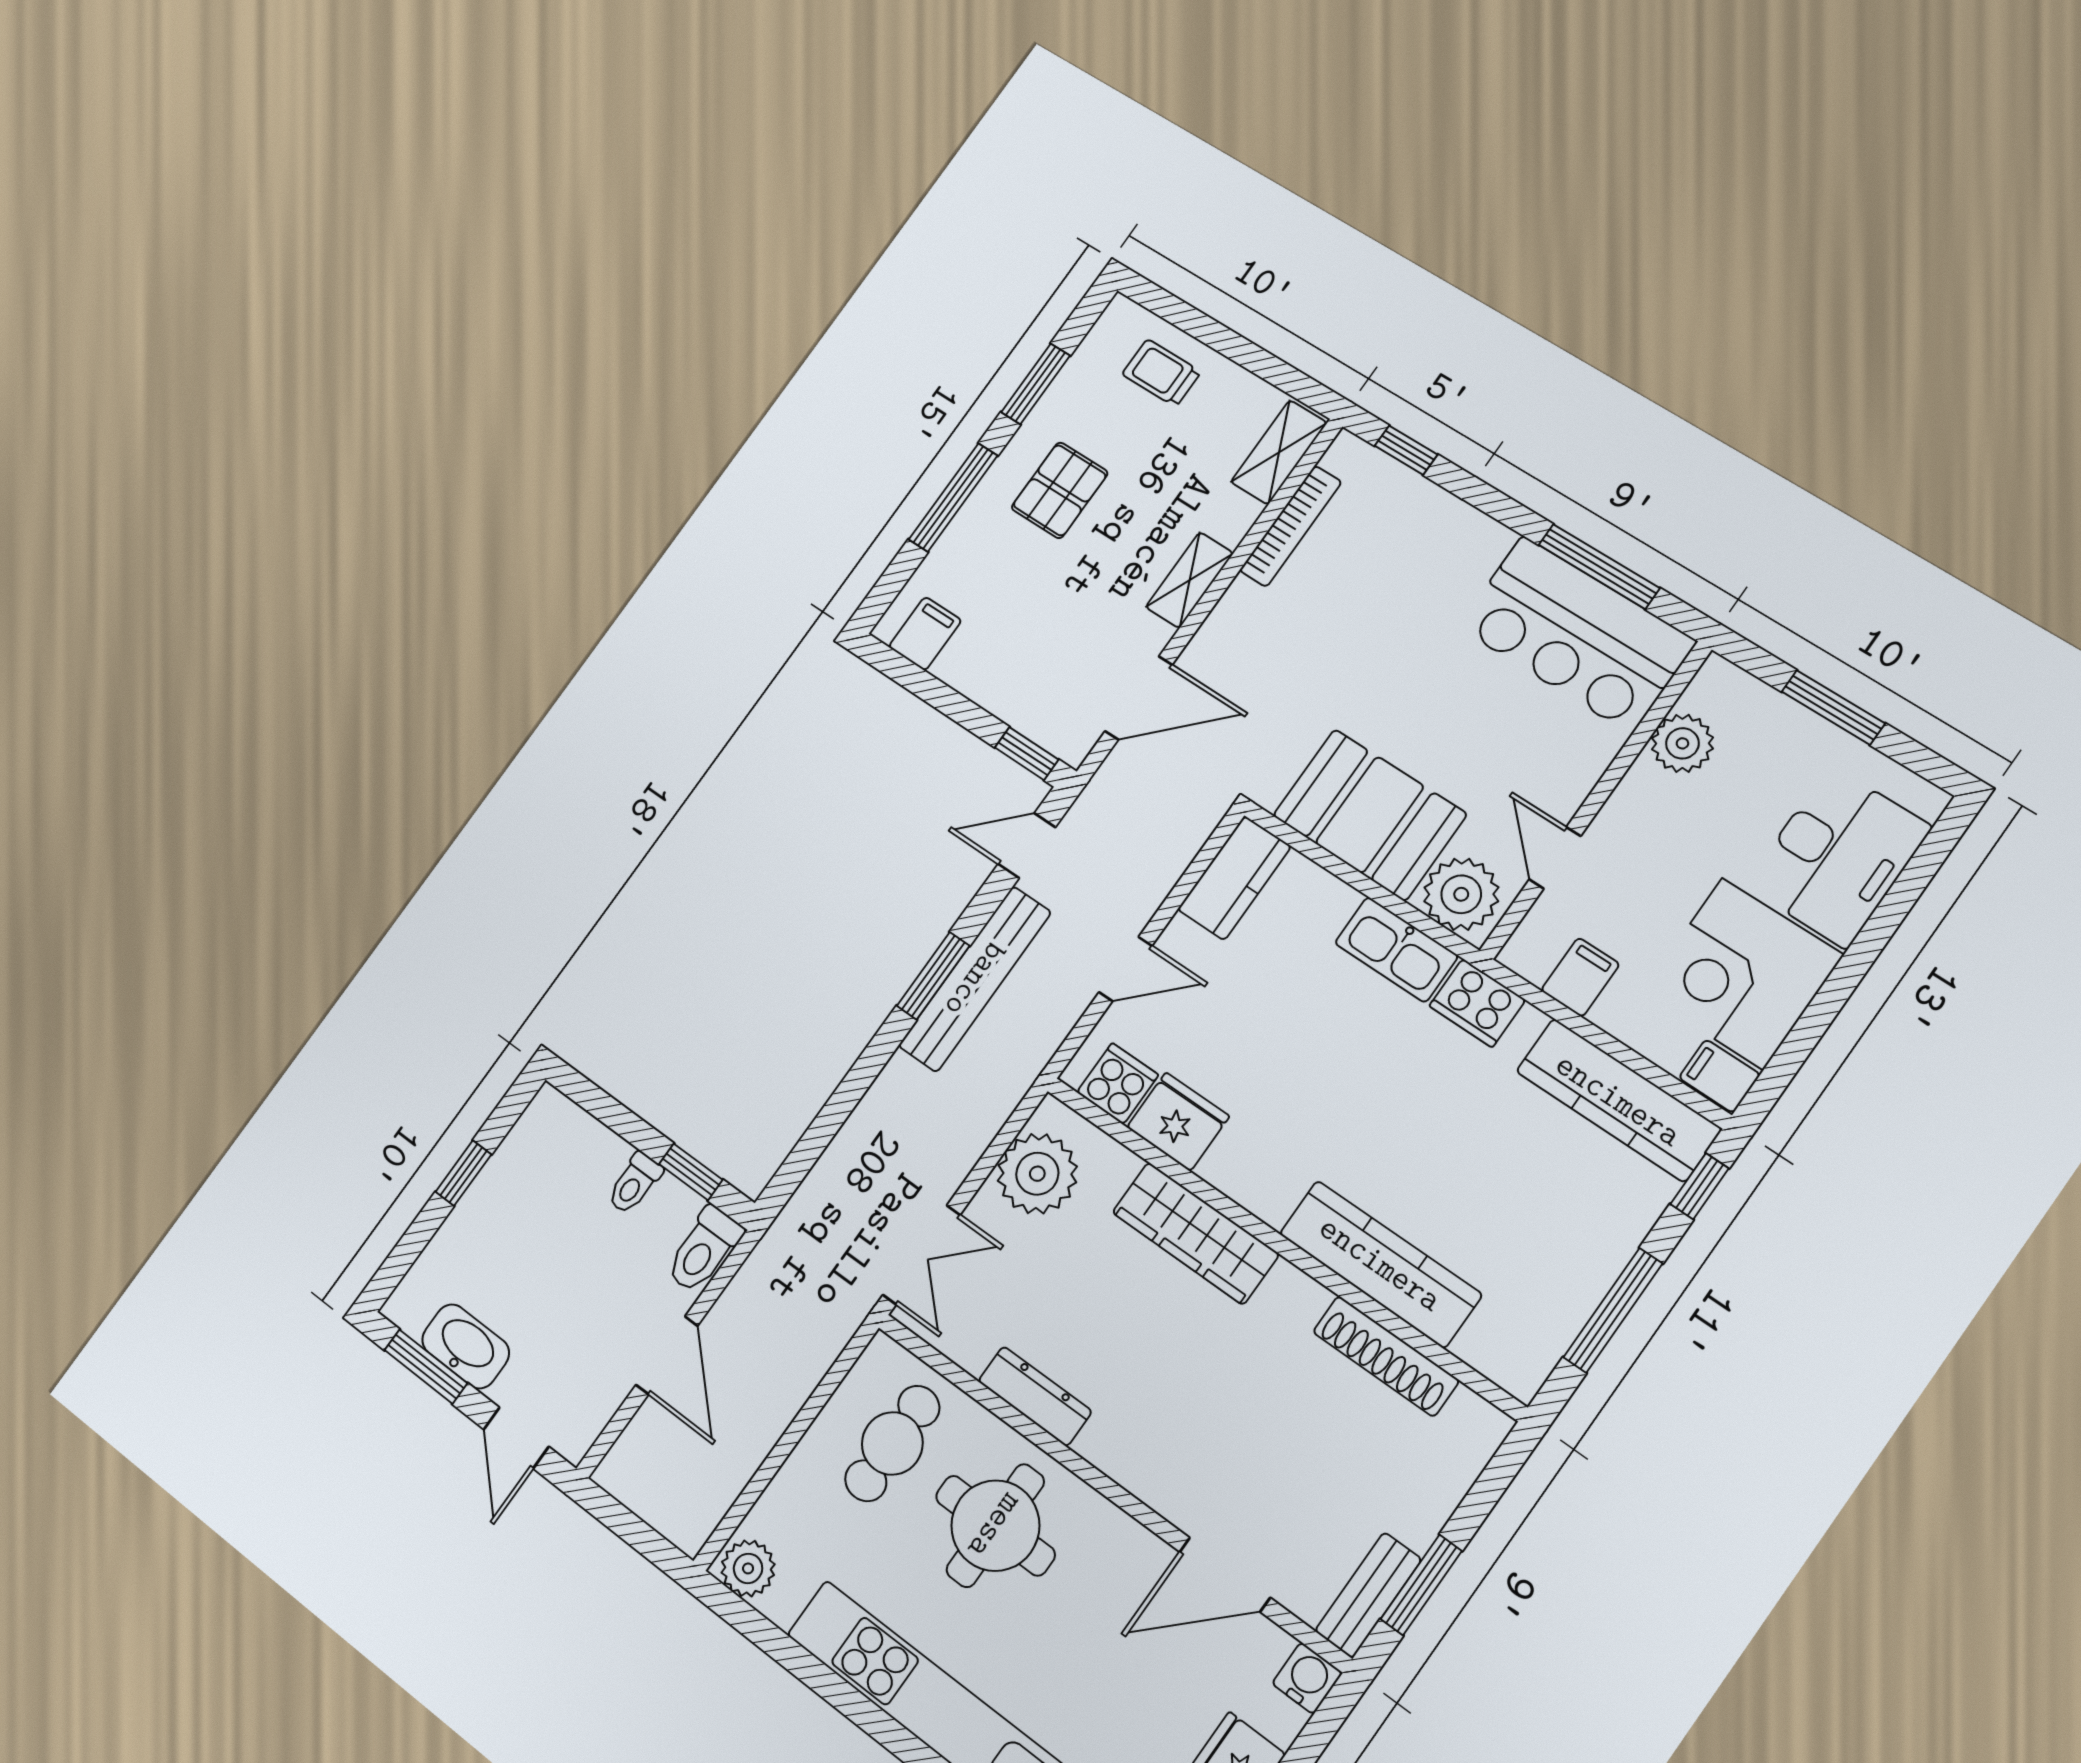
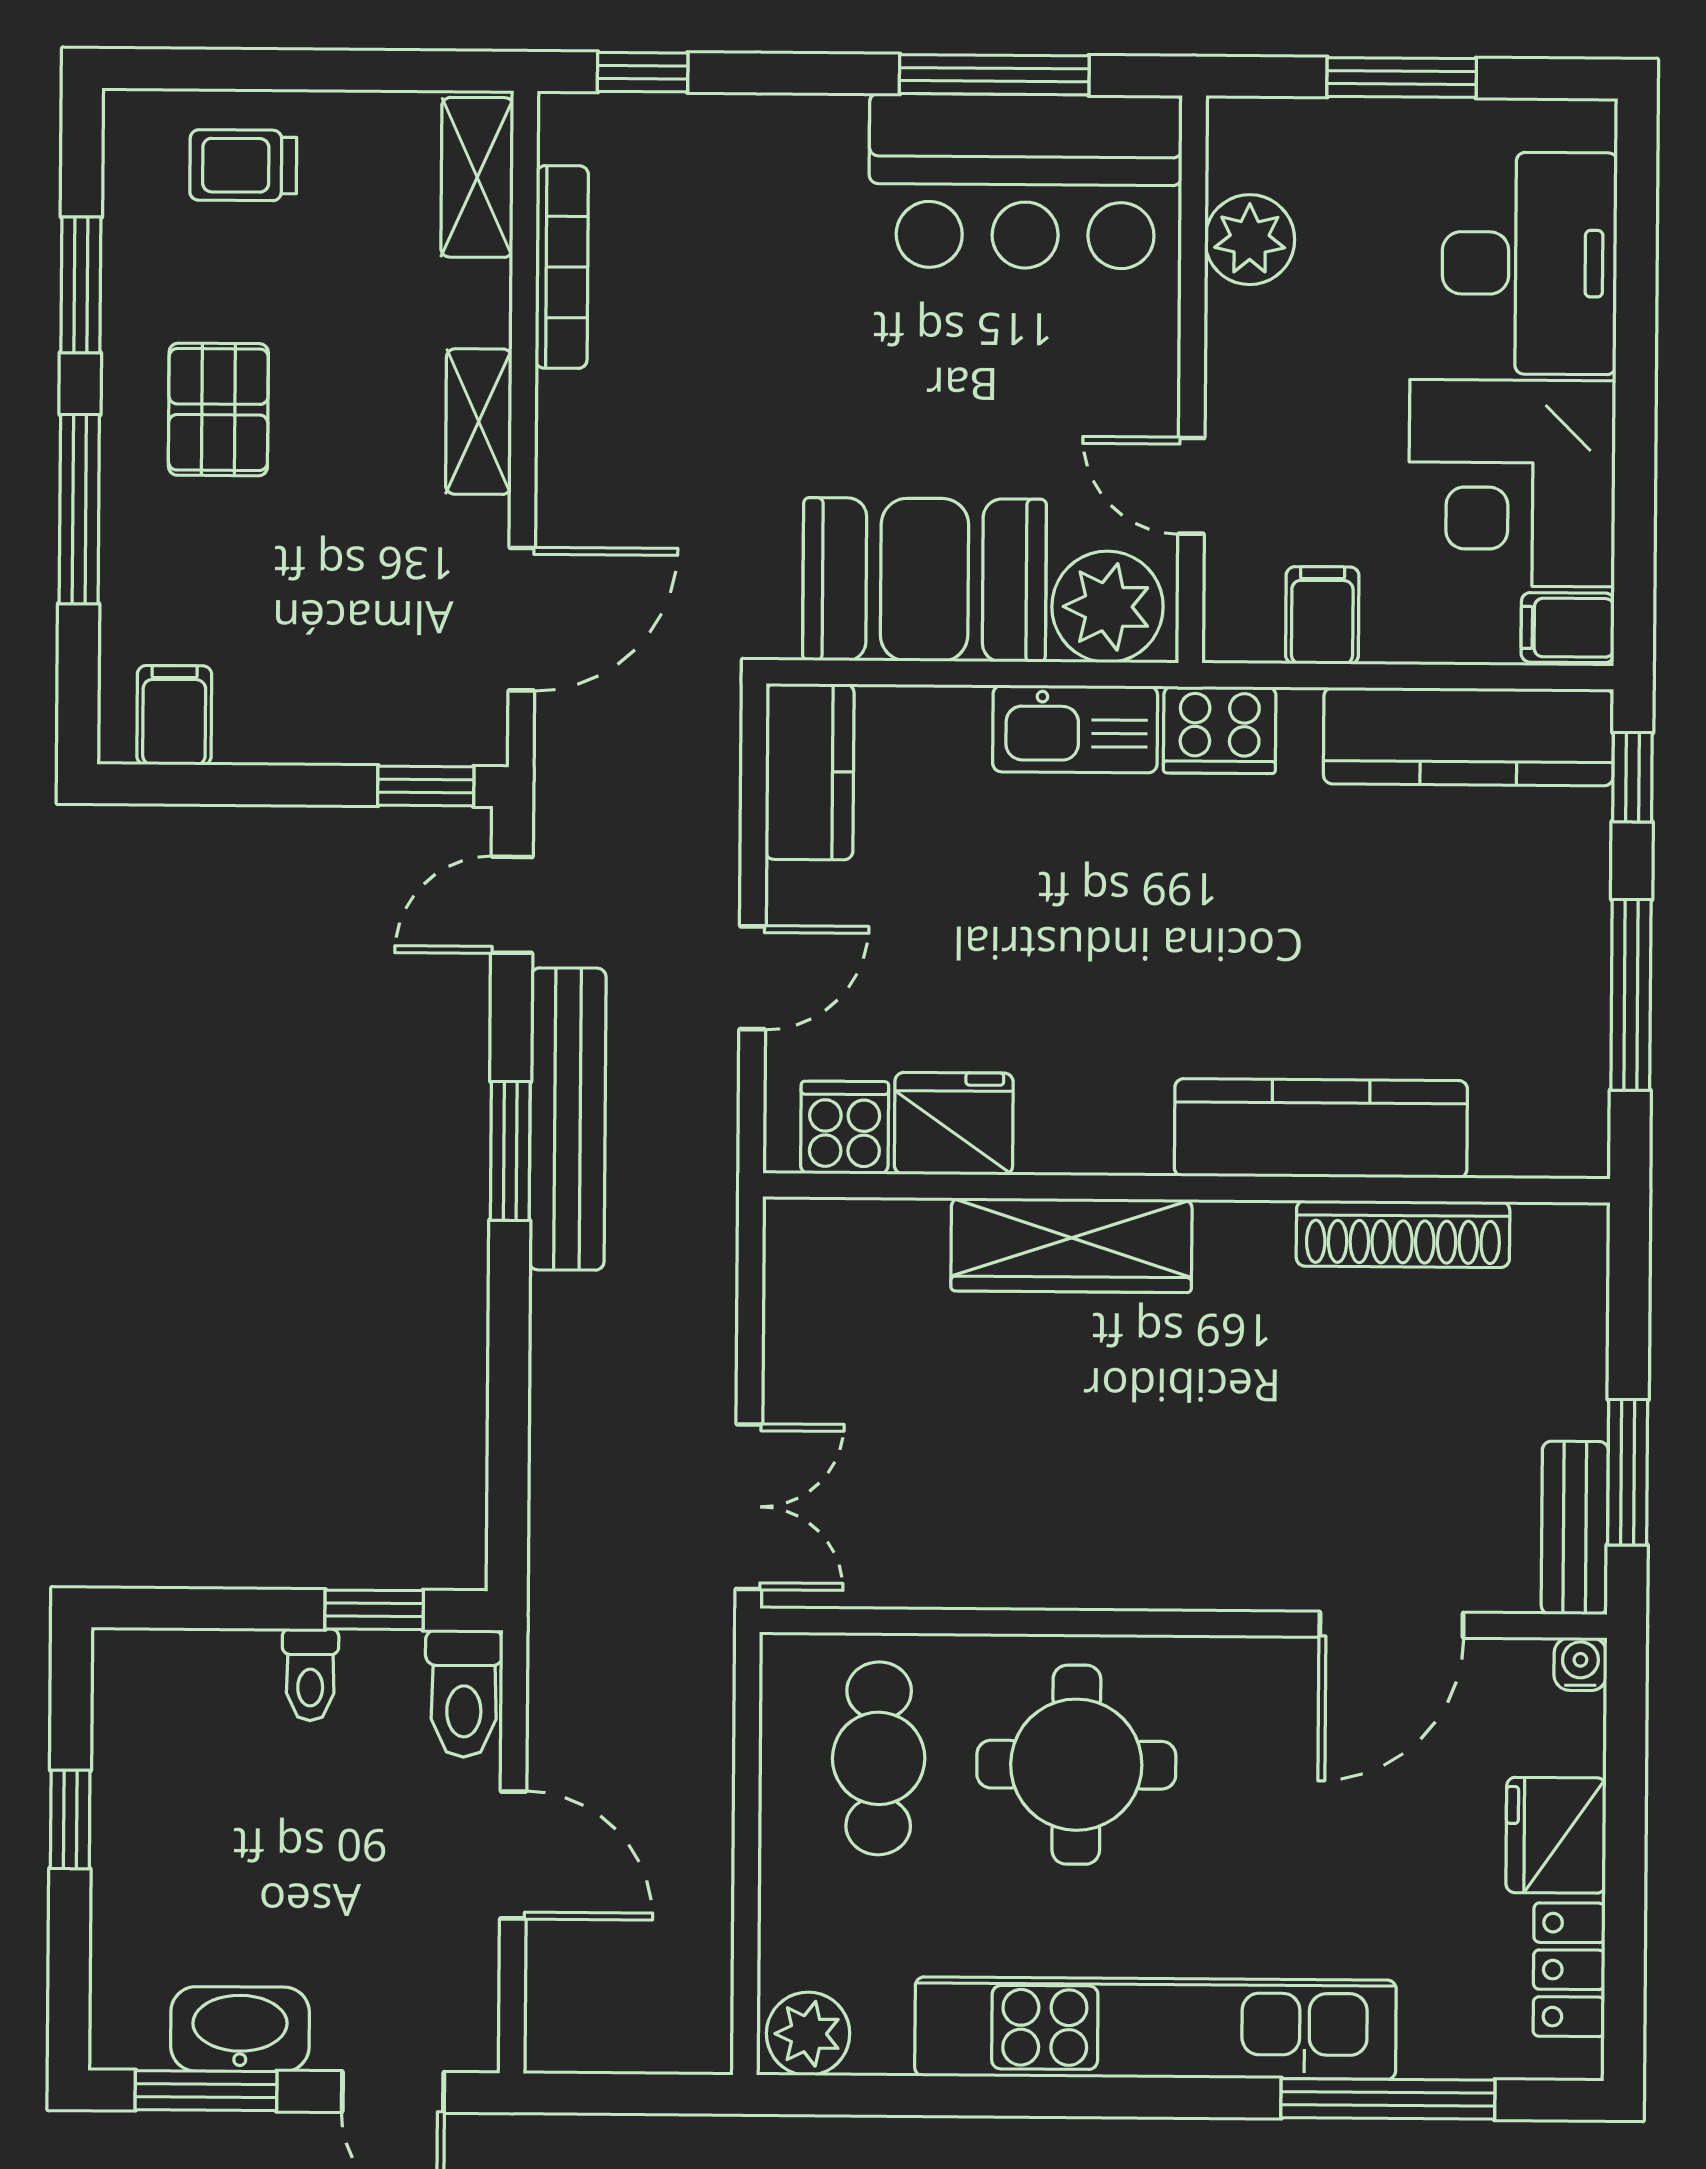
plant: (1037, 1174) -> (823, 1307), removed
dresser: (1035, 1396) -> (1014, 1578), removed
water cooler: (1307, 1678) -> (1580, 1664), width x0.72, depth x0.72

